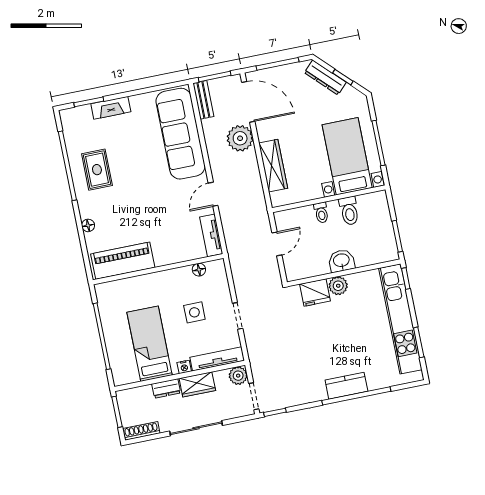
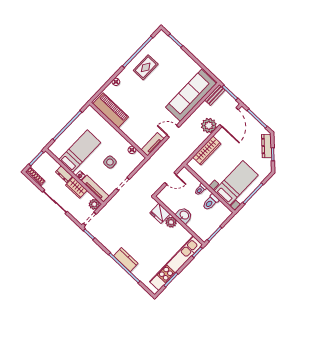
fireplace: (111, 108) -> (180, 53), removed

